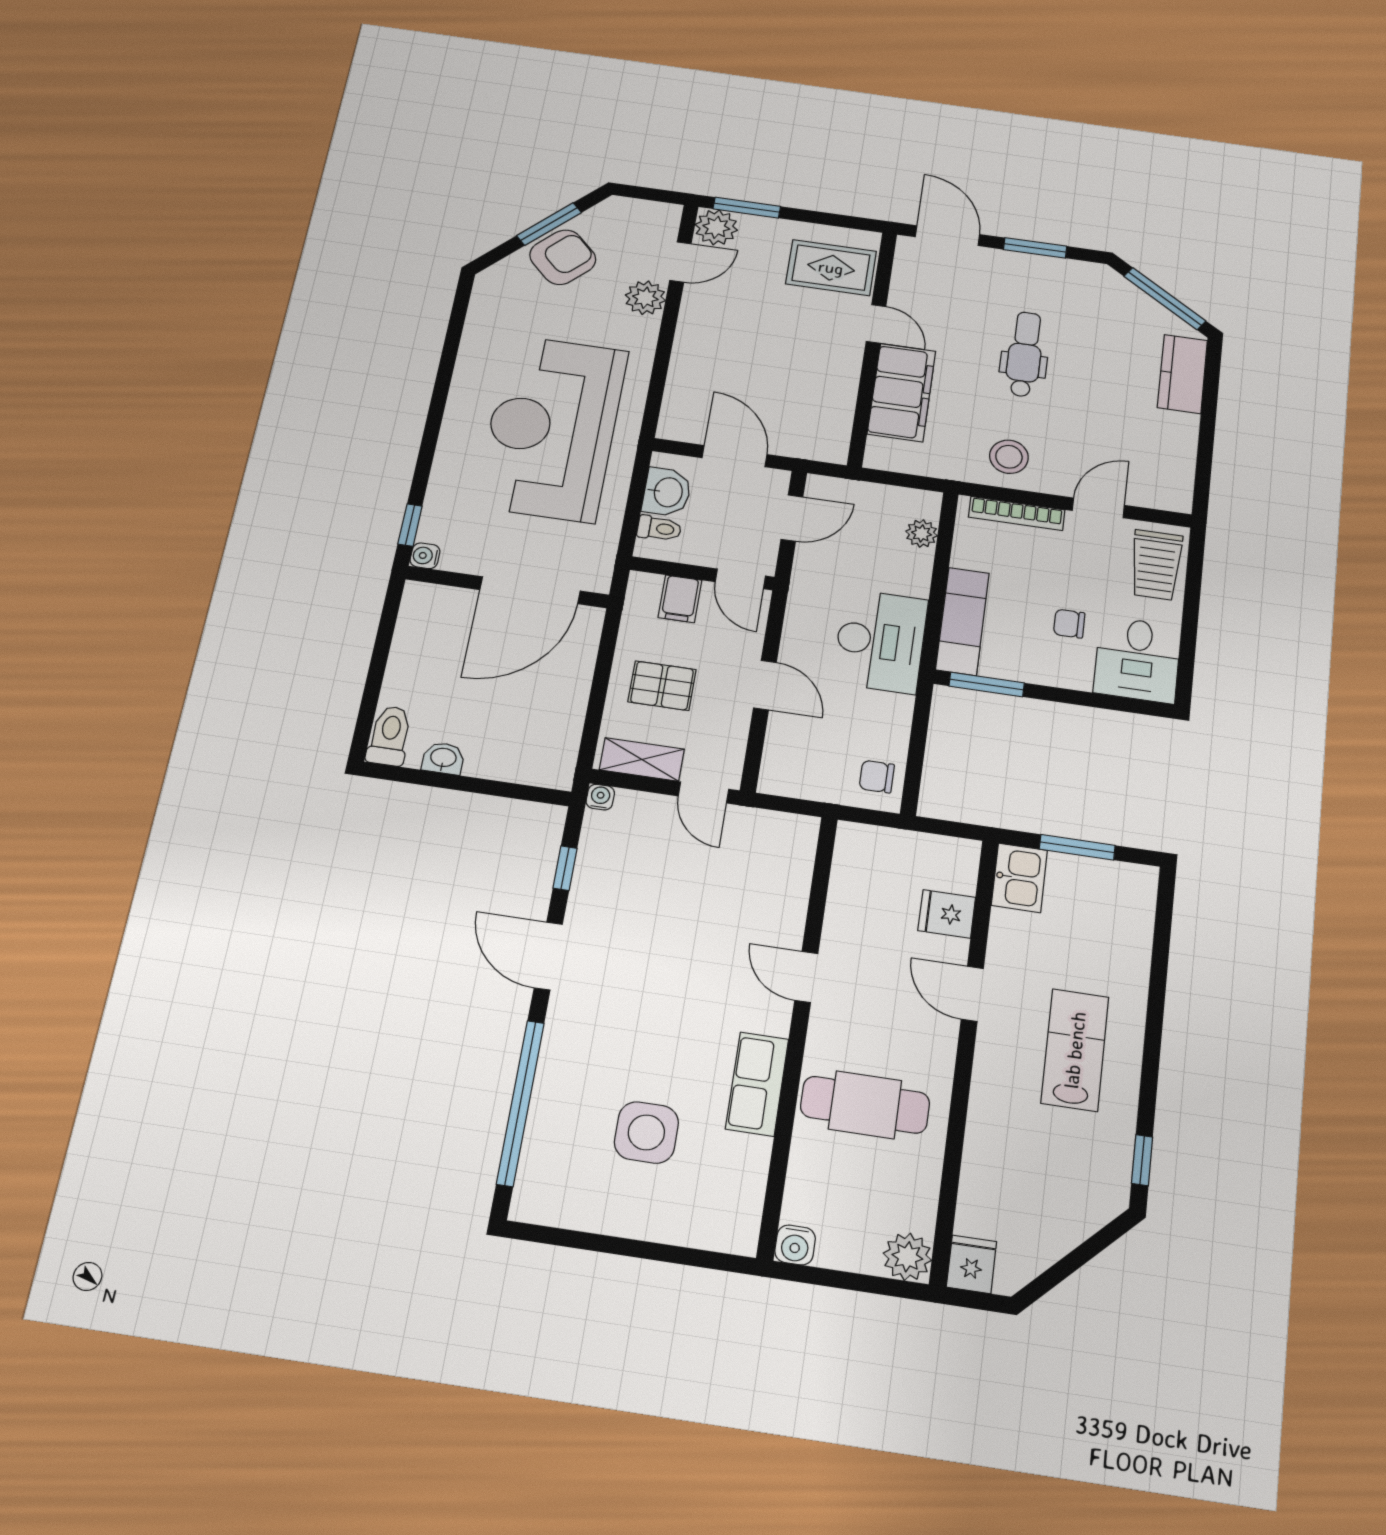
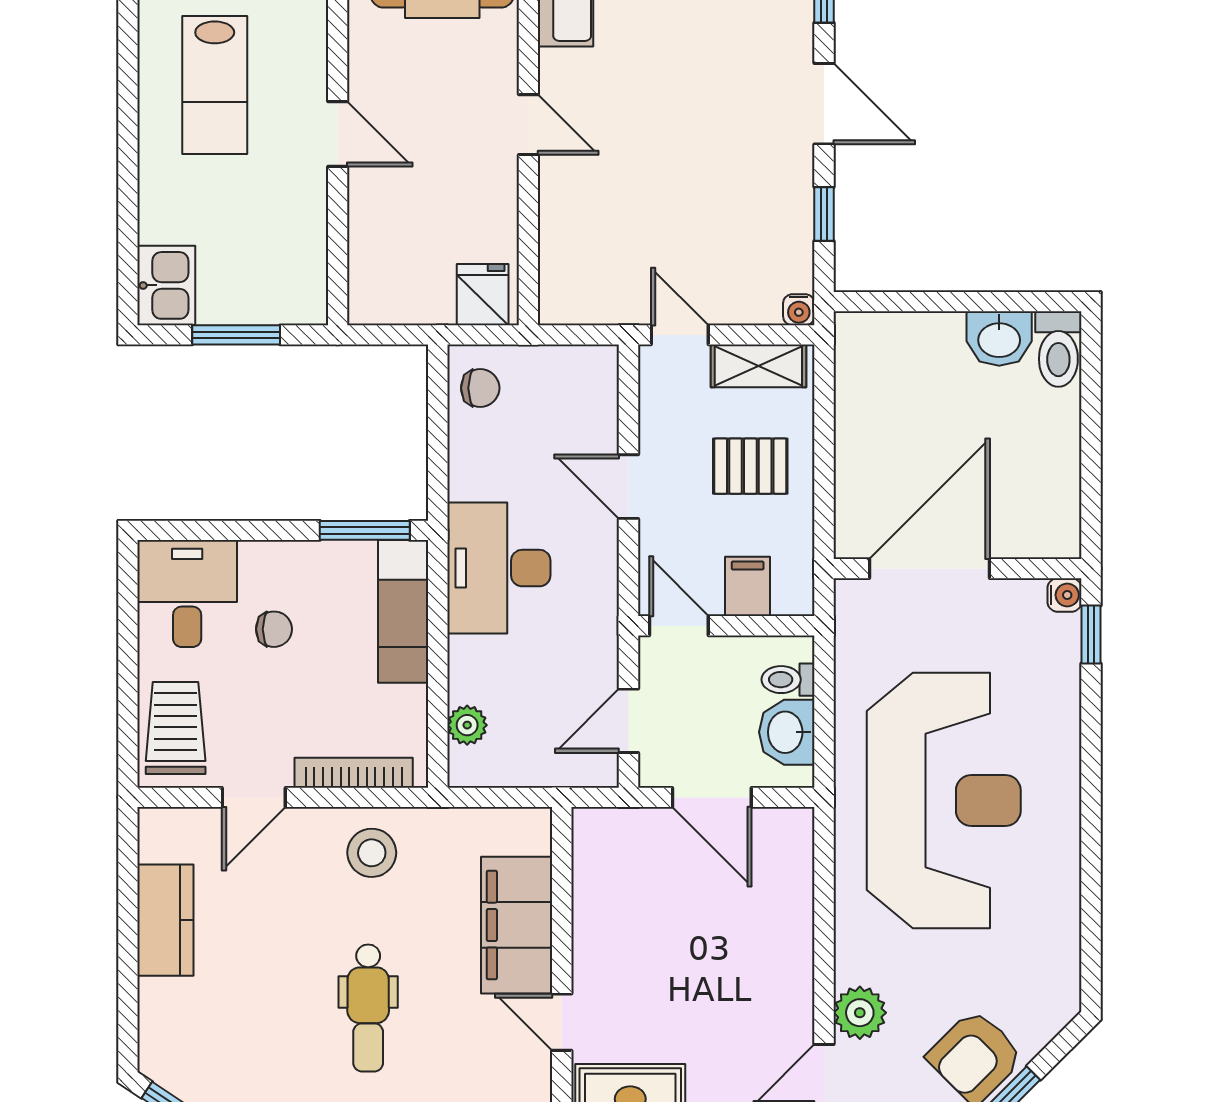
kitchen counter: (1182, 374) -> (165, 920), moved
washbasin: (443, 758) -> (999, 339), width x1.38, depth x1.45
kitchen sink: (1019, 878) -> (166, 285), moved, turned 180
fridge: (947, 914) -> (483, 295), moved, turned -90

